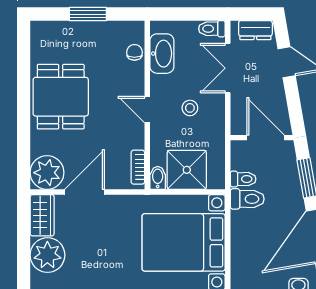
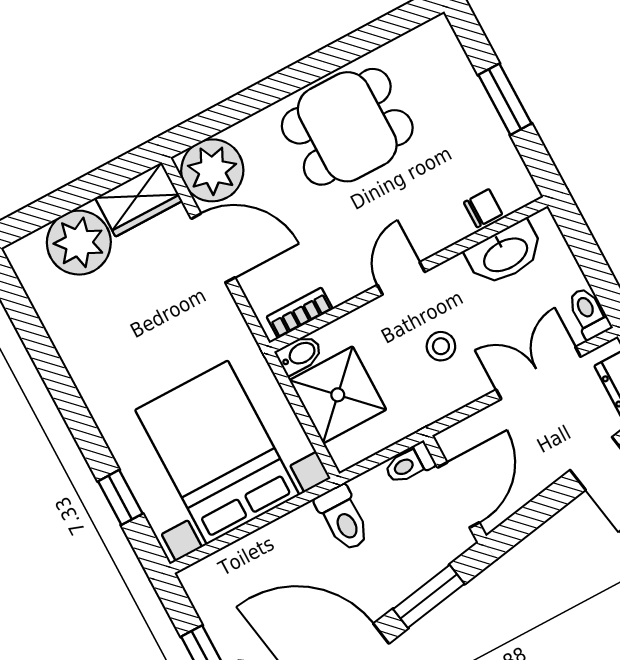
toilet: (243, 179) -> (410, 464), moved, turned 90

